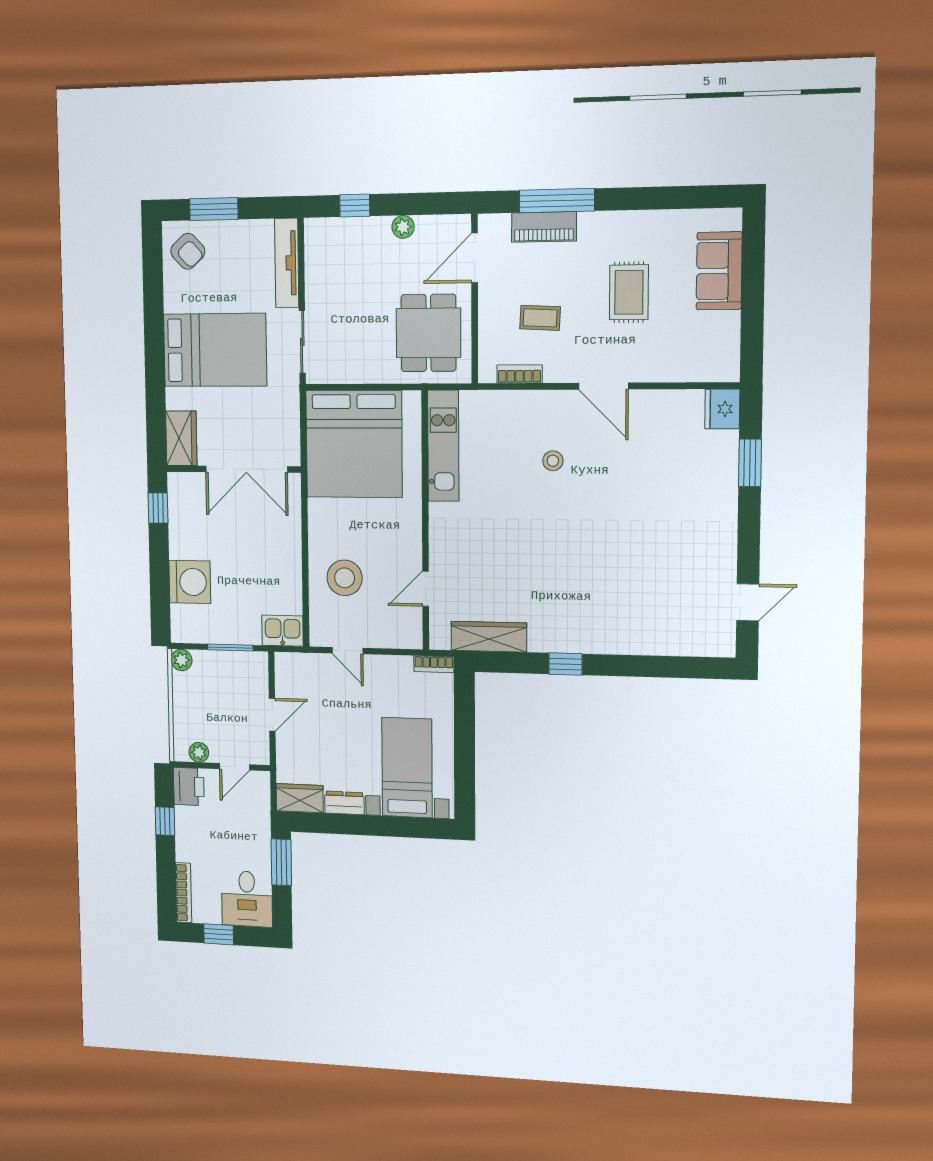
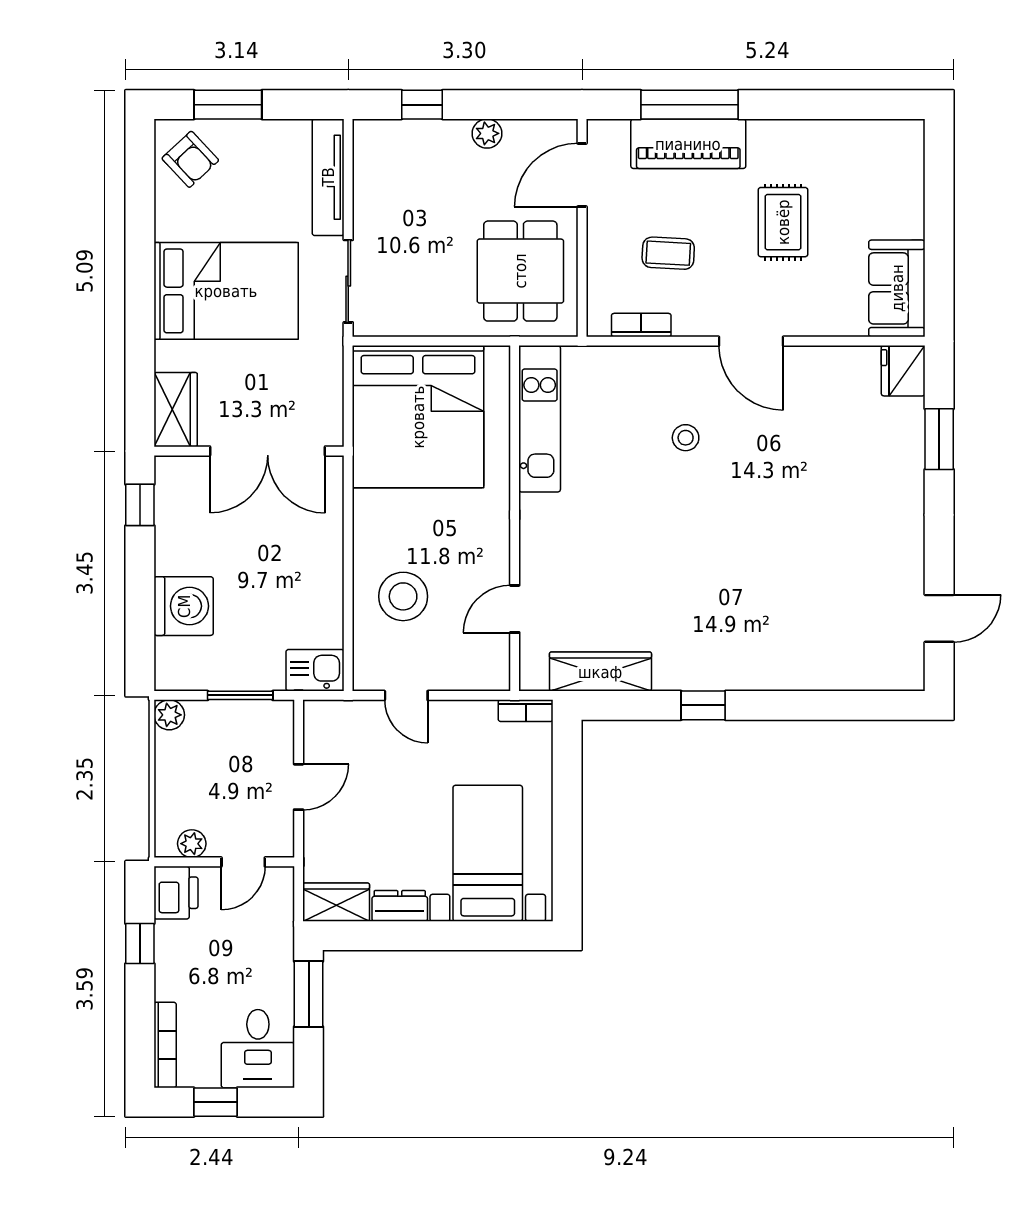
piano: (544, 227) -> (688, 144), width x1.37, depth x1.33
sofa: (719, 271) -> (897, 288), moved

